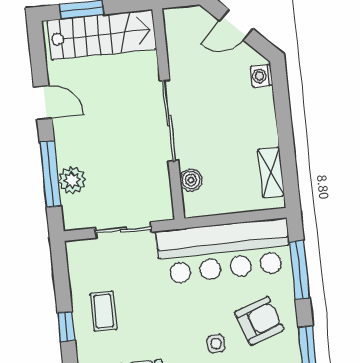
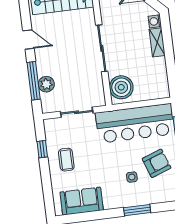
shelving: (271, 172) -> (157, 42), moved
boiler: (191, 180) -> (121, 87), width x1.86, depth x1.86
window: (66, 327) -> (42, 149), moved

